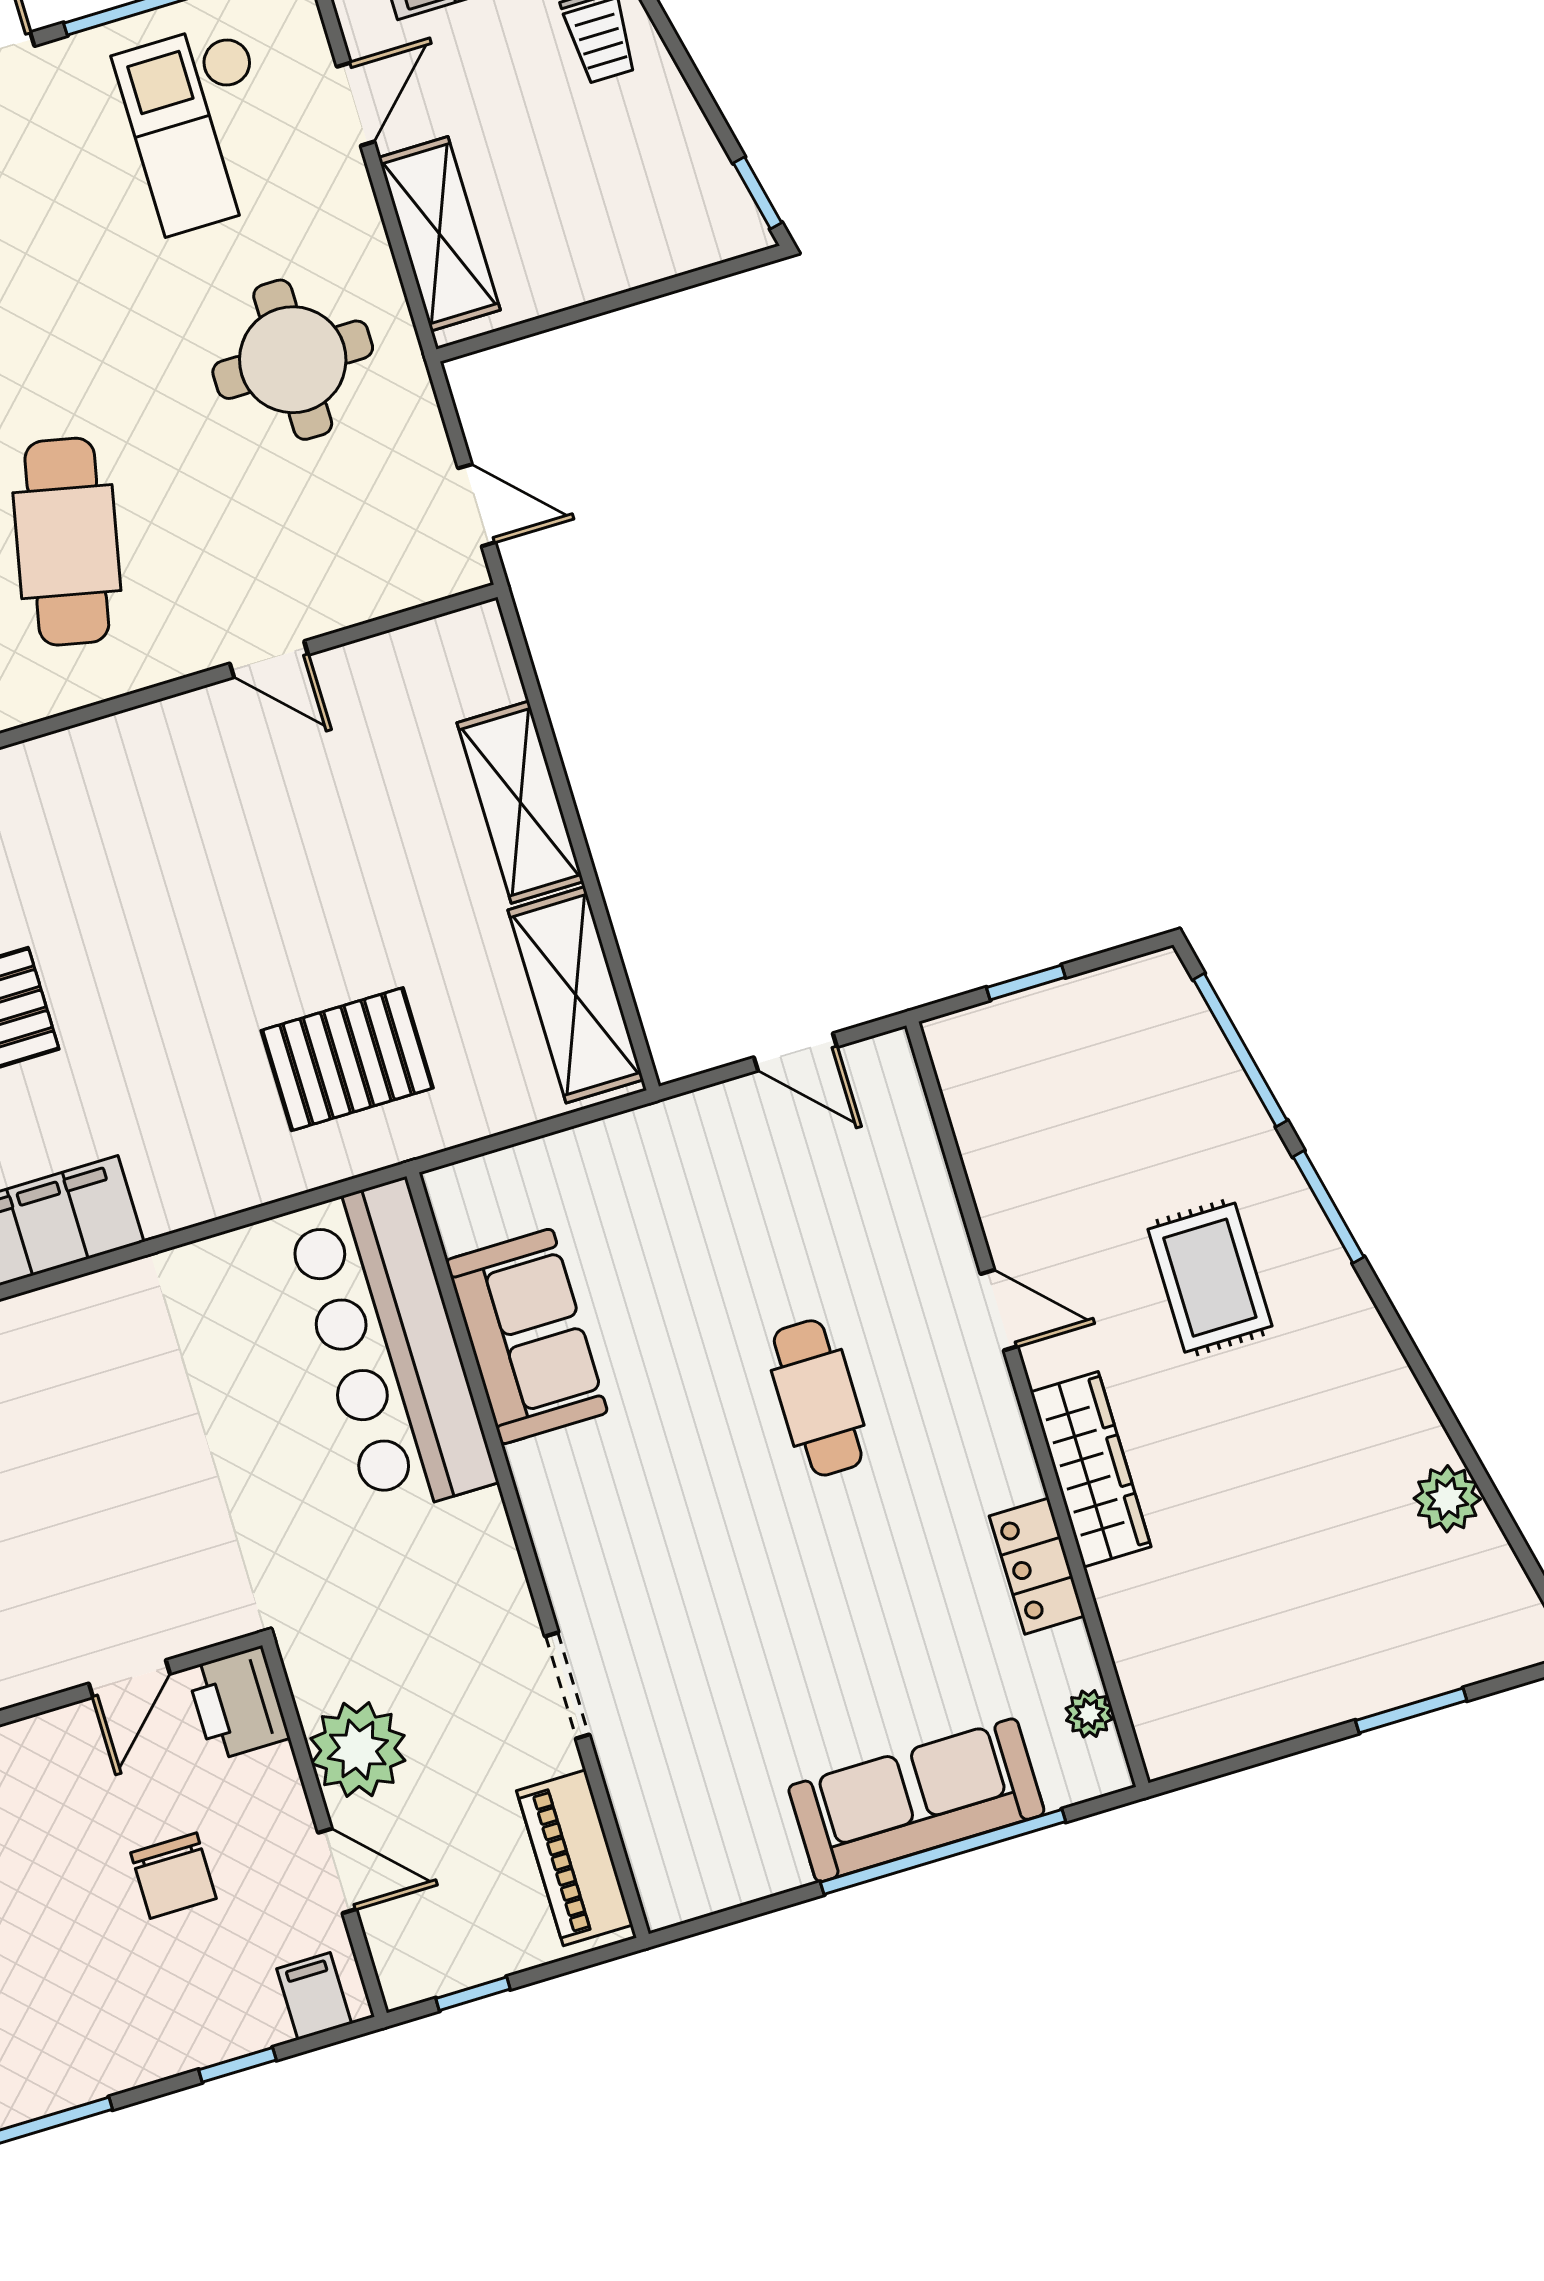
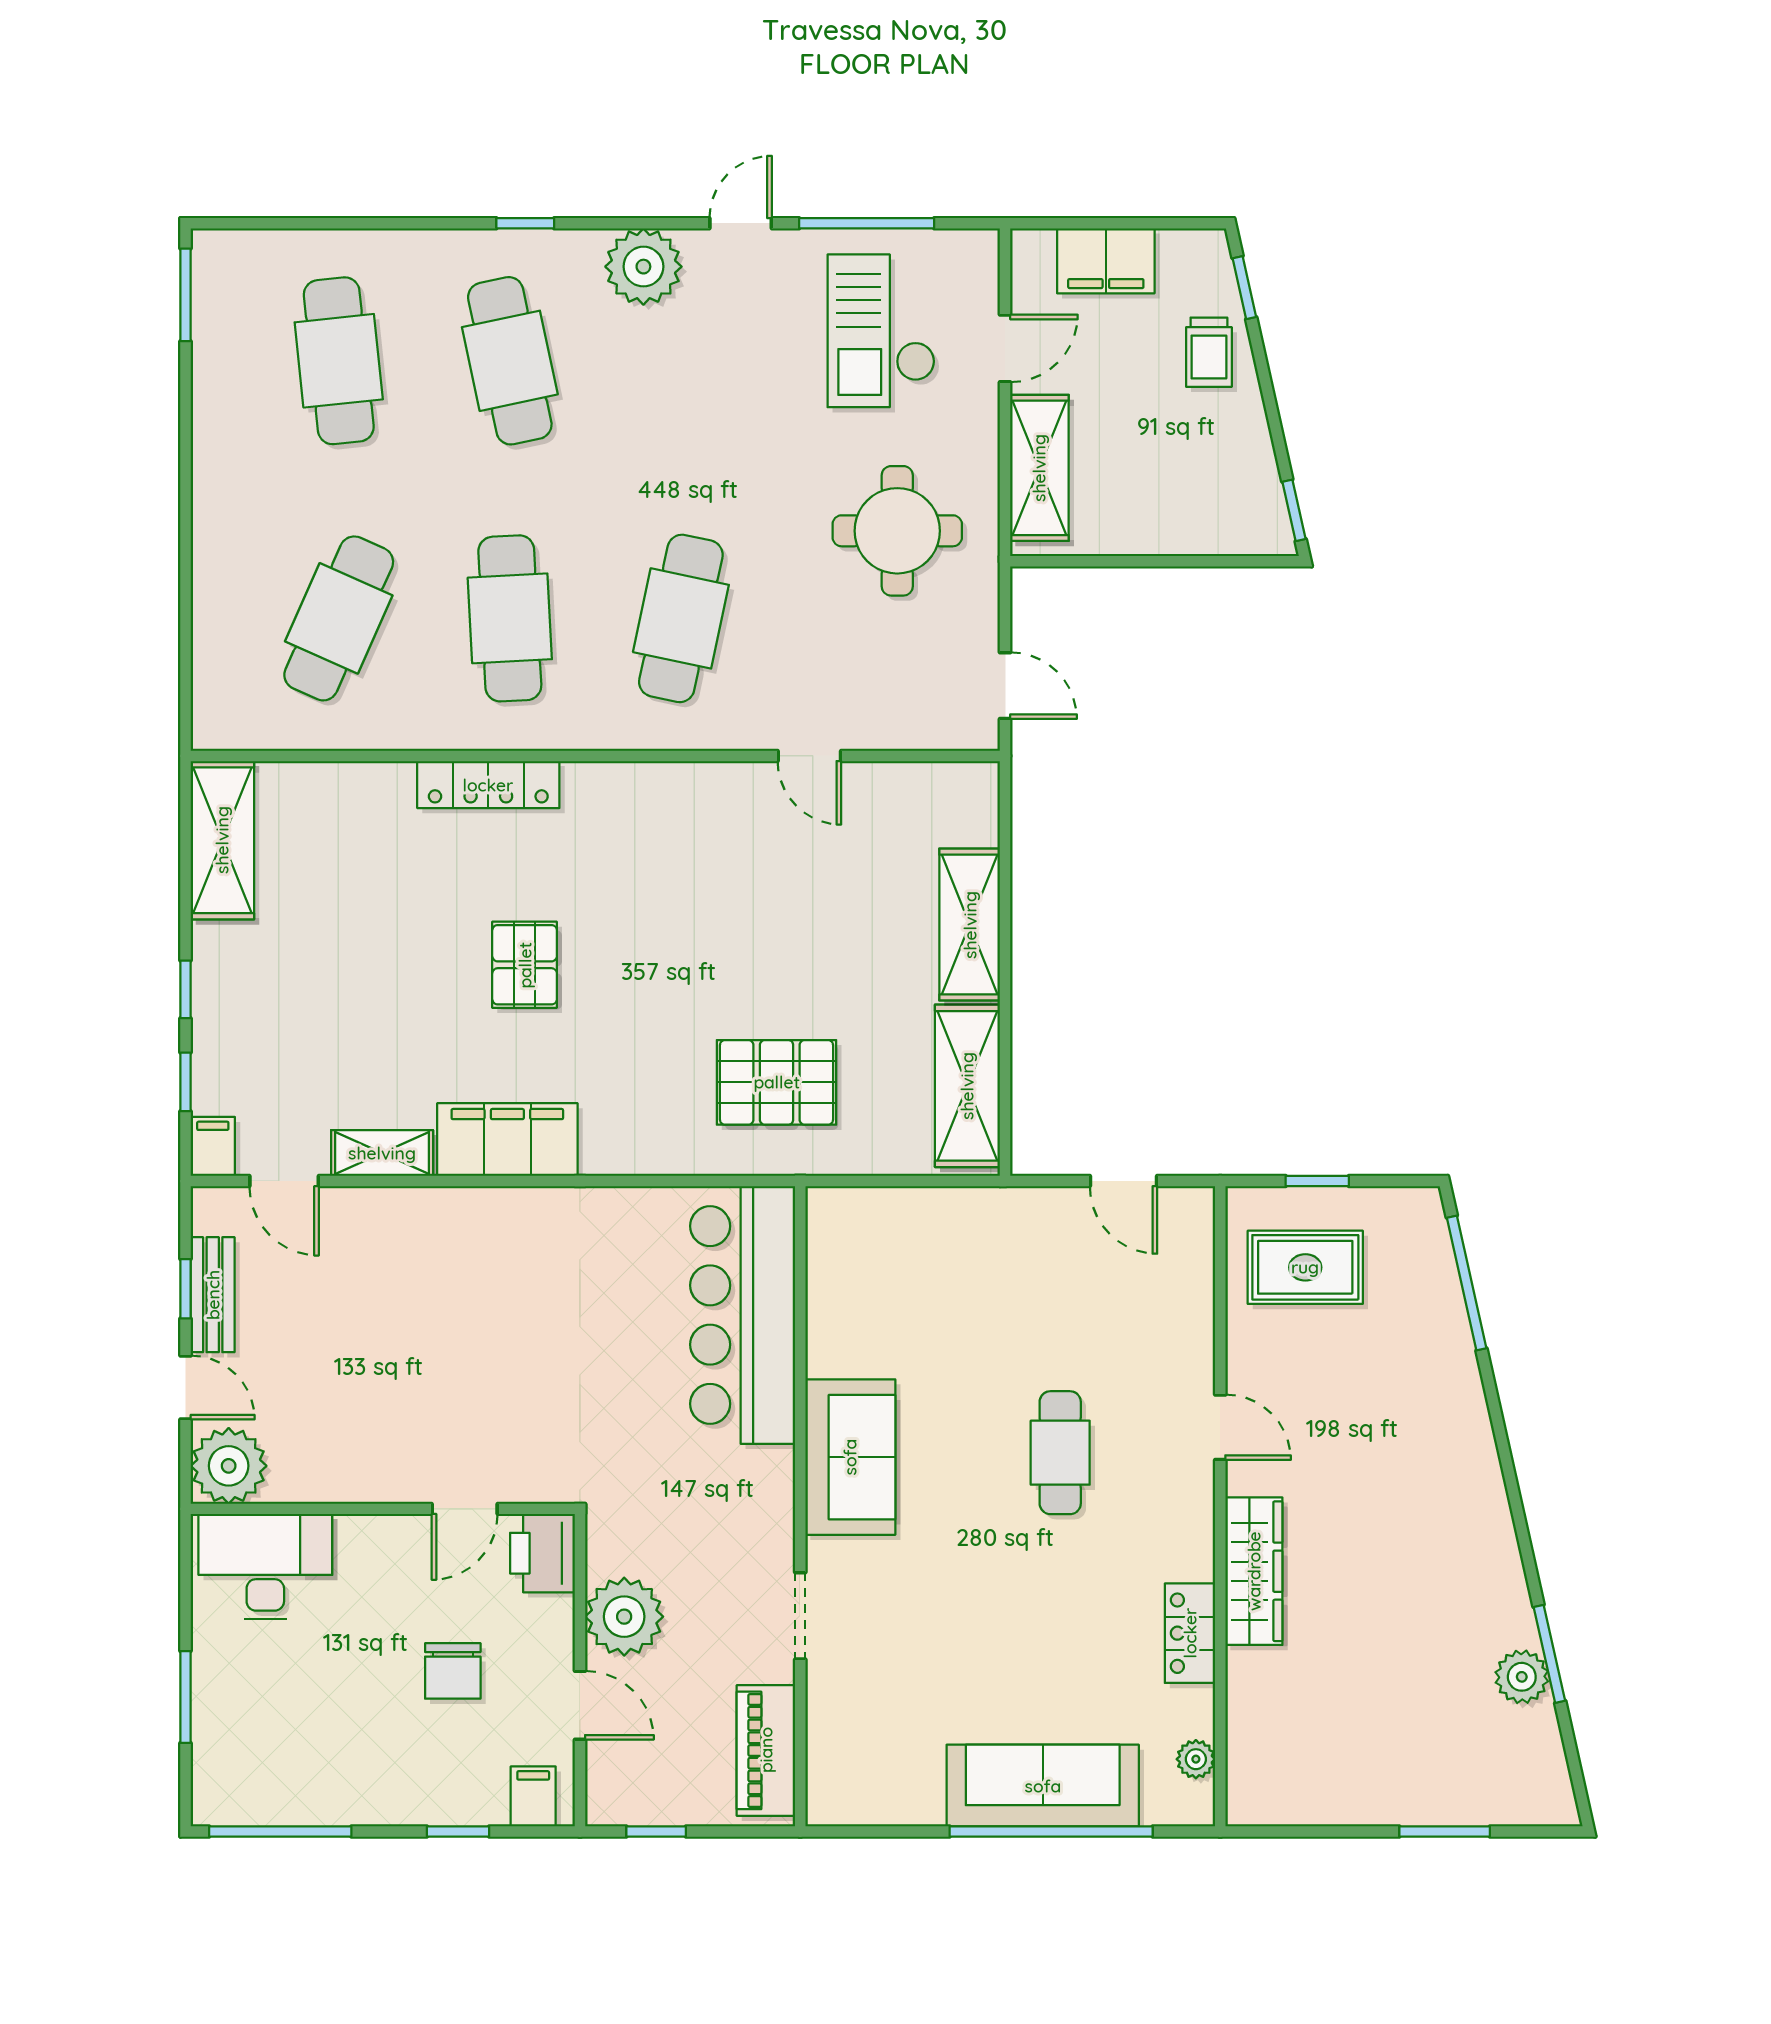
window: (1328, 1207) -> (1549, 1654), moved
rug: (1210, 1278) -> (1305, 1267), moved, turned 90
sofa: (527, 1336) -> (850, 1457), moved

